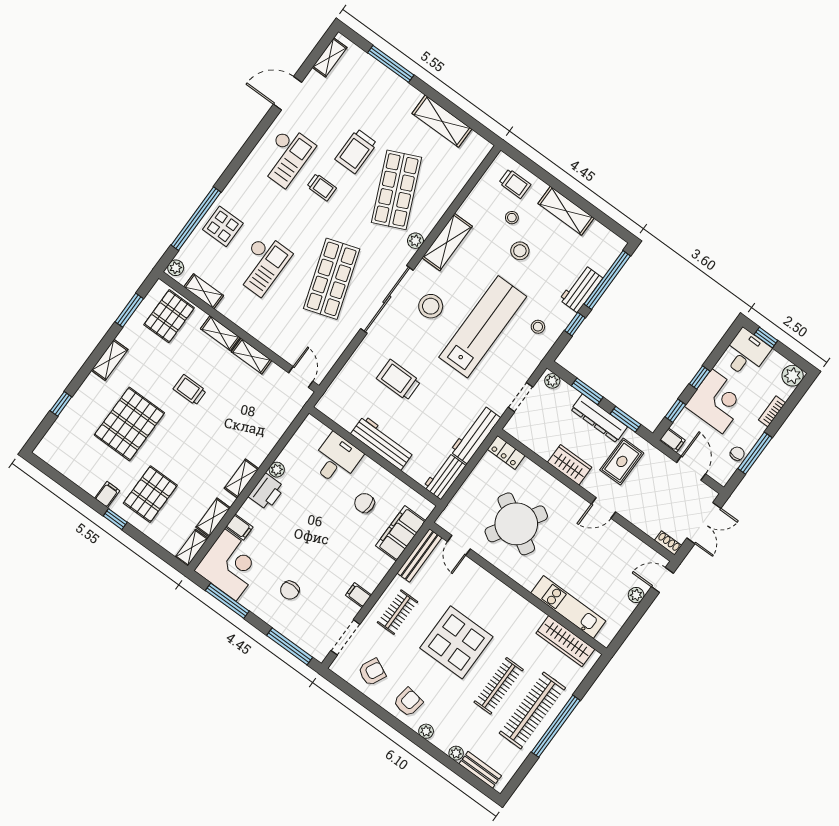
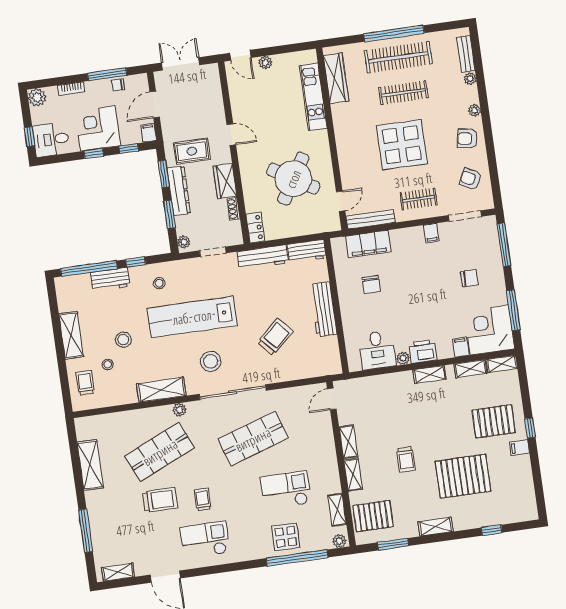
trolley: (399, 380) -> (275, 337), turned -132
desk: (336, 459) -> (377, 350), moved, turned -90
shoe rack: (668, 543) -> (233, 209), moved

